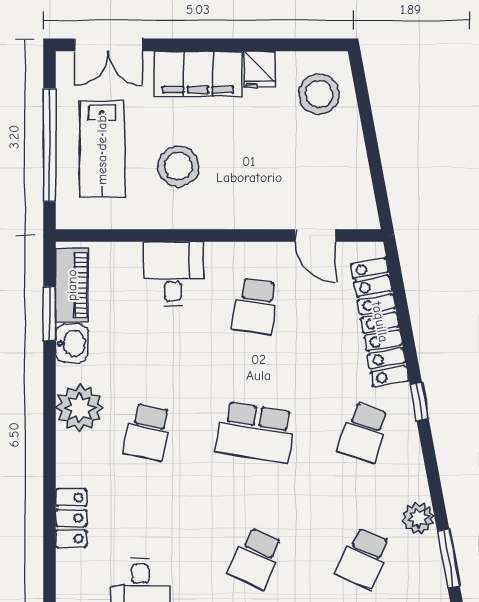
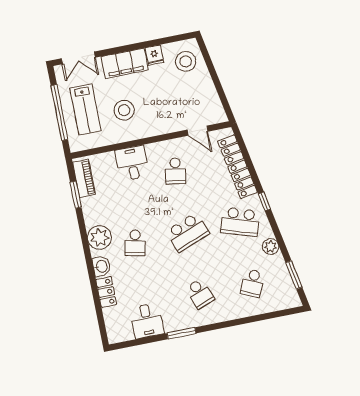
washbasin: (72, 343) -> (101, 266), moved
school desk: (256, 432) -> (188, 232), turned -30
school desk: (363, 432) -> (240, 222), width x1.85
plant: (418, 518) -> (271, 247), moved
school desk: (256, 558) -> (200, 294), turned -45

